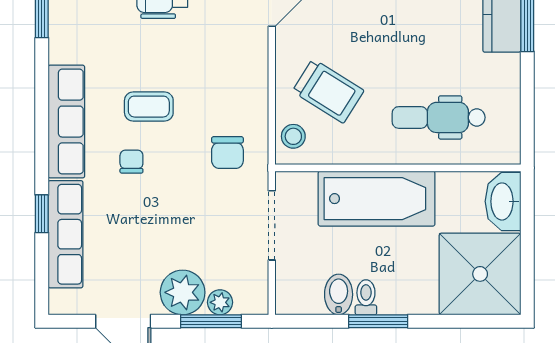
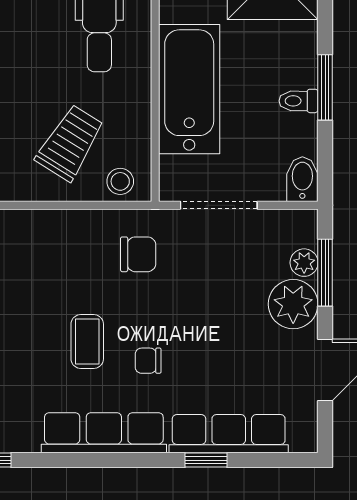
bidet: (339, 294) -> (302, 179), moved, turned 90

